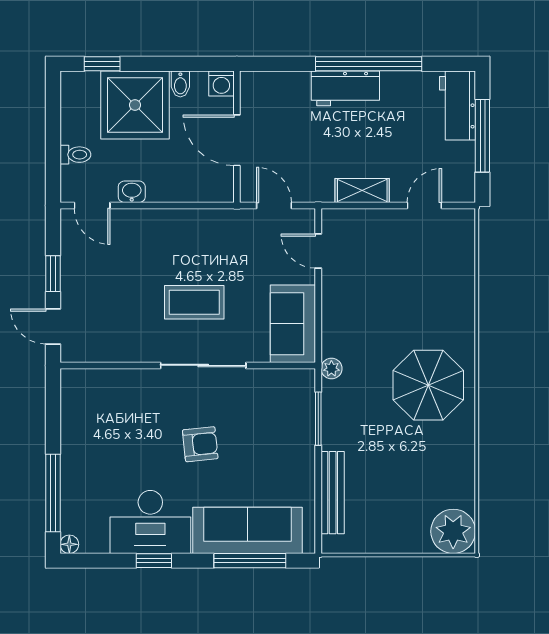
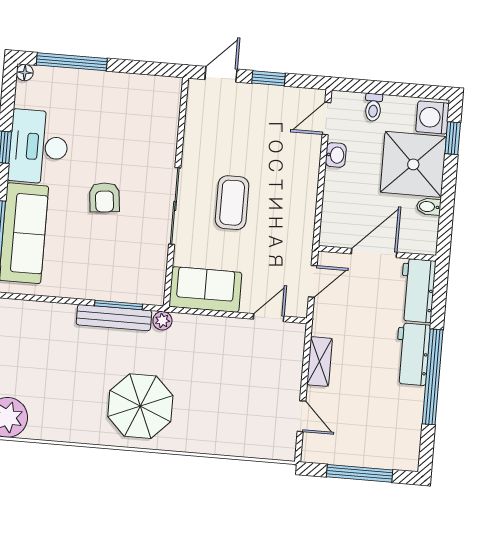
washing machine: (221, 83) -> (432, 117), moved, width x1.38, depth x1.38
workbench: (457, 106) -> (417, 291), moved, turned -90
bench: (333, 493) -> (114, 318), moved

